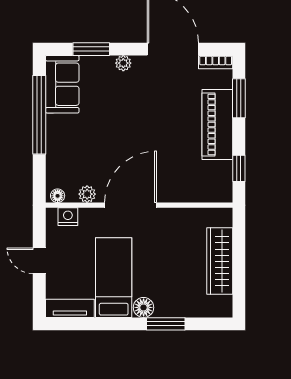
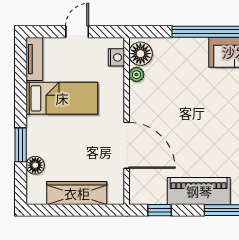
floor lamp: (58, 196) -> (140, 54), width x1.89, depth x1.89
door: (131, 205) -> (127, 145), moved
floor lamp: (144, 307) -> (35, 165), moved

